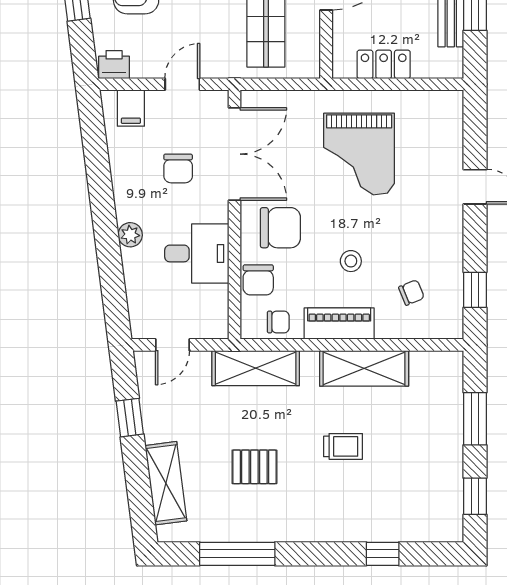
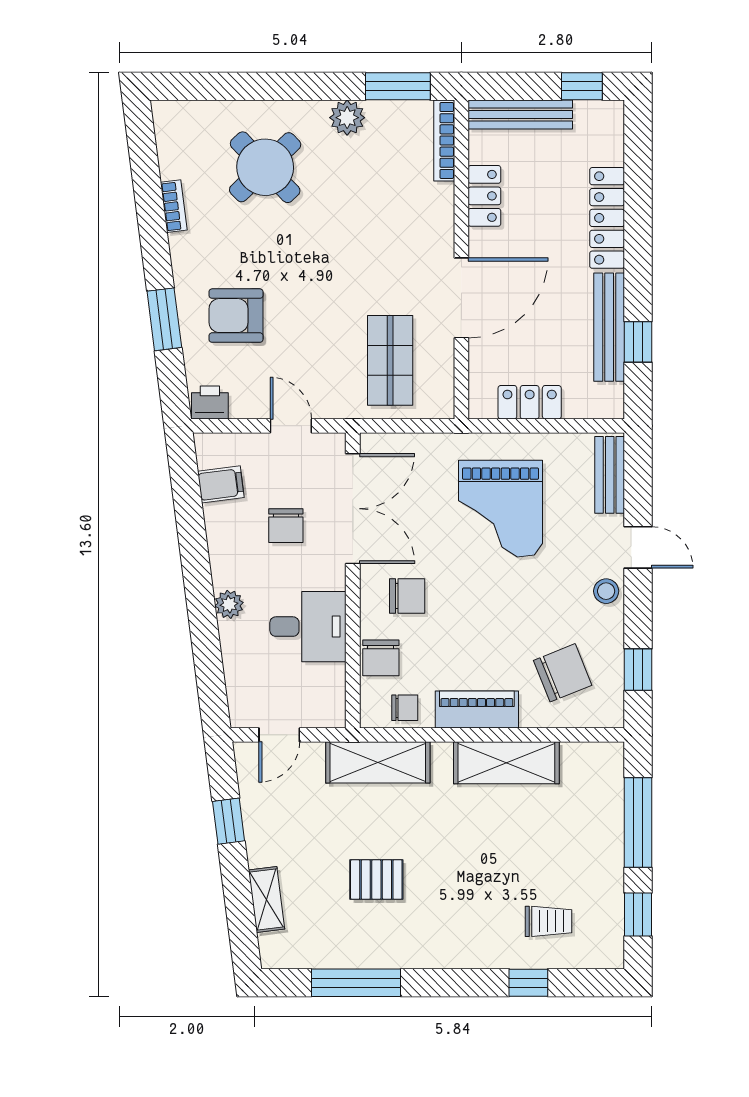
door: (182, 84) -> (291, 426), hinge flipped
filing cabinet: (131, 108) -> (221, 484), moved, turned -97
bench: (451, 126) -> (610, 475), added
chair: (280, 228) -> (407, 596), width x0.73, depth x0.73
stool: (351, 261) -> (606, 591), moved
chair: (411, 292) -> (563, 673), width x1.87, depth x1.87
window: (475, 419) -> (638, 823), width x1.44
trolley: (343, 446) -> (548, 921), moved
shelving: (166, 483) -> (267, 900), width x0.67, depth x0.75

